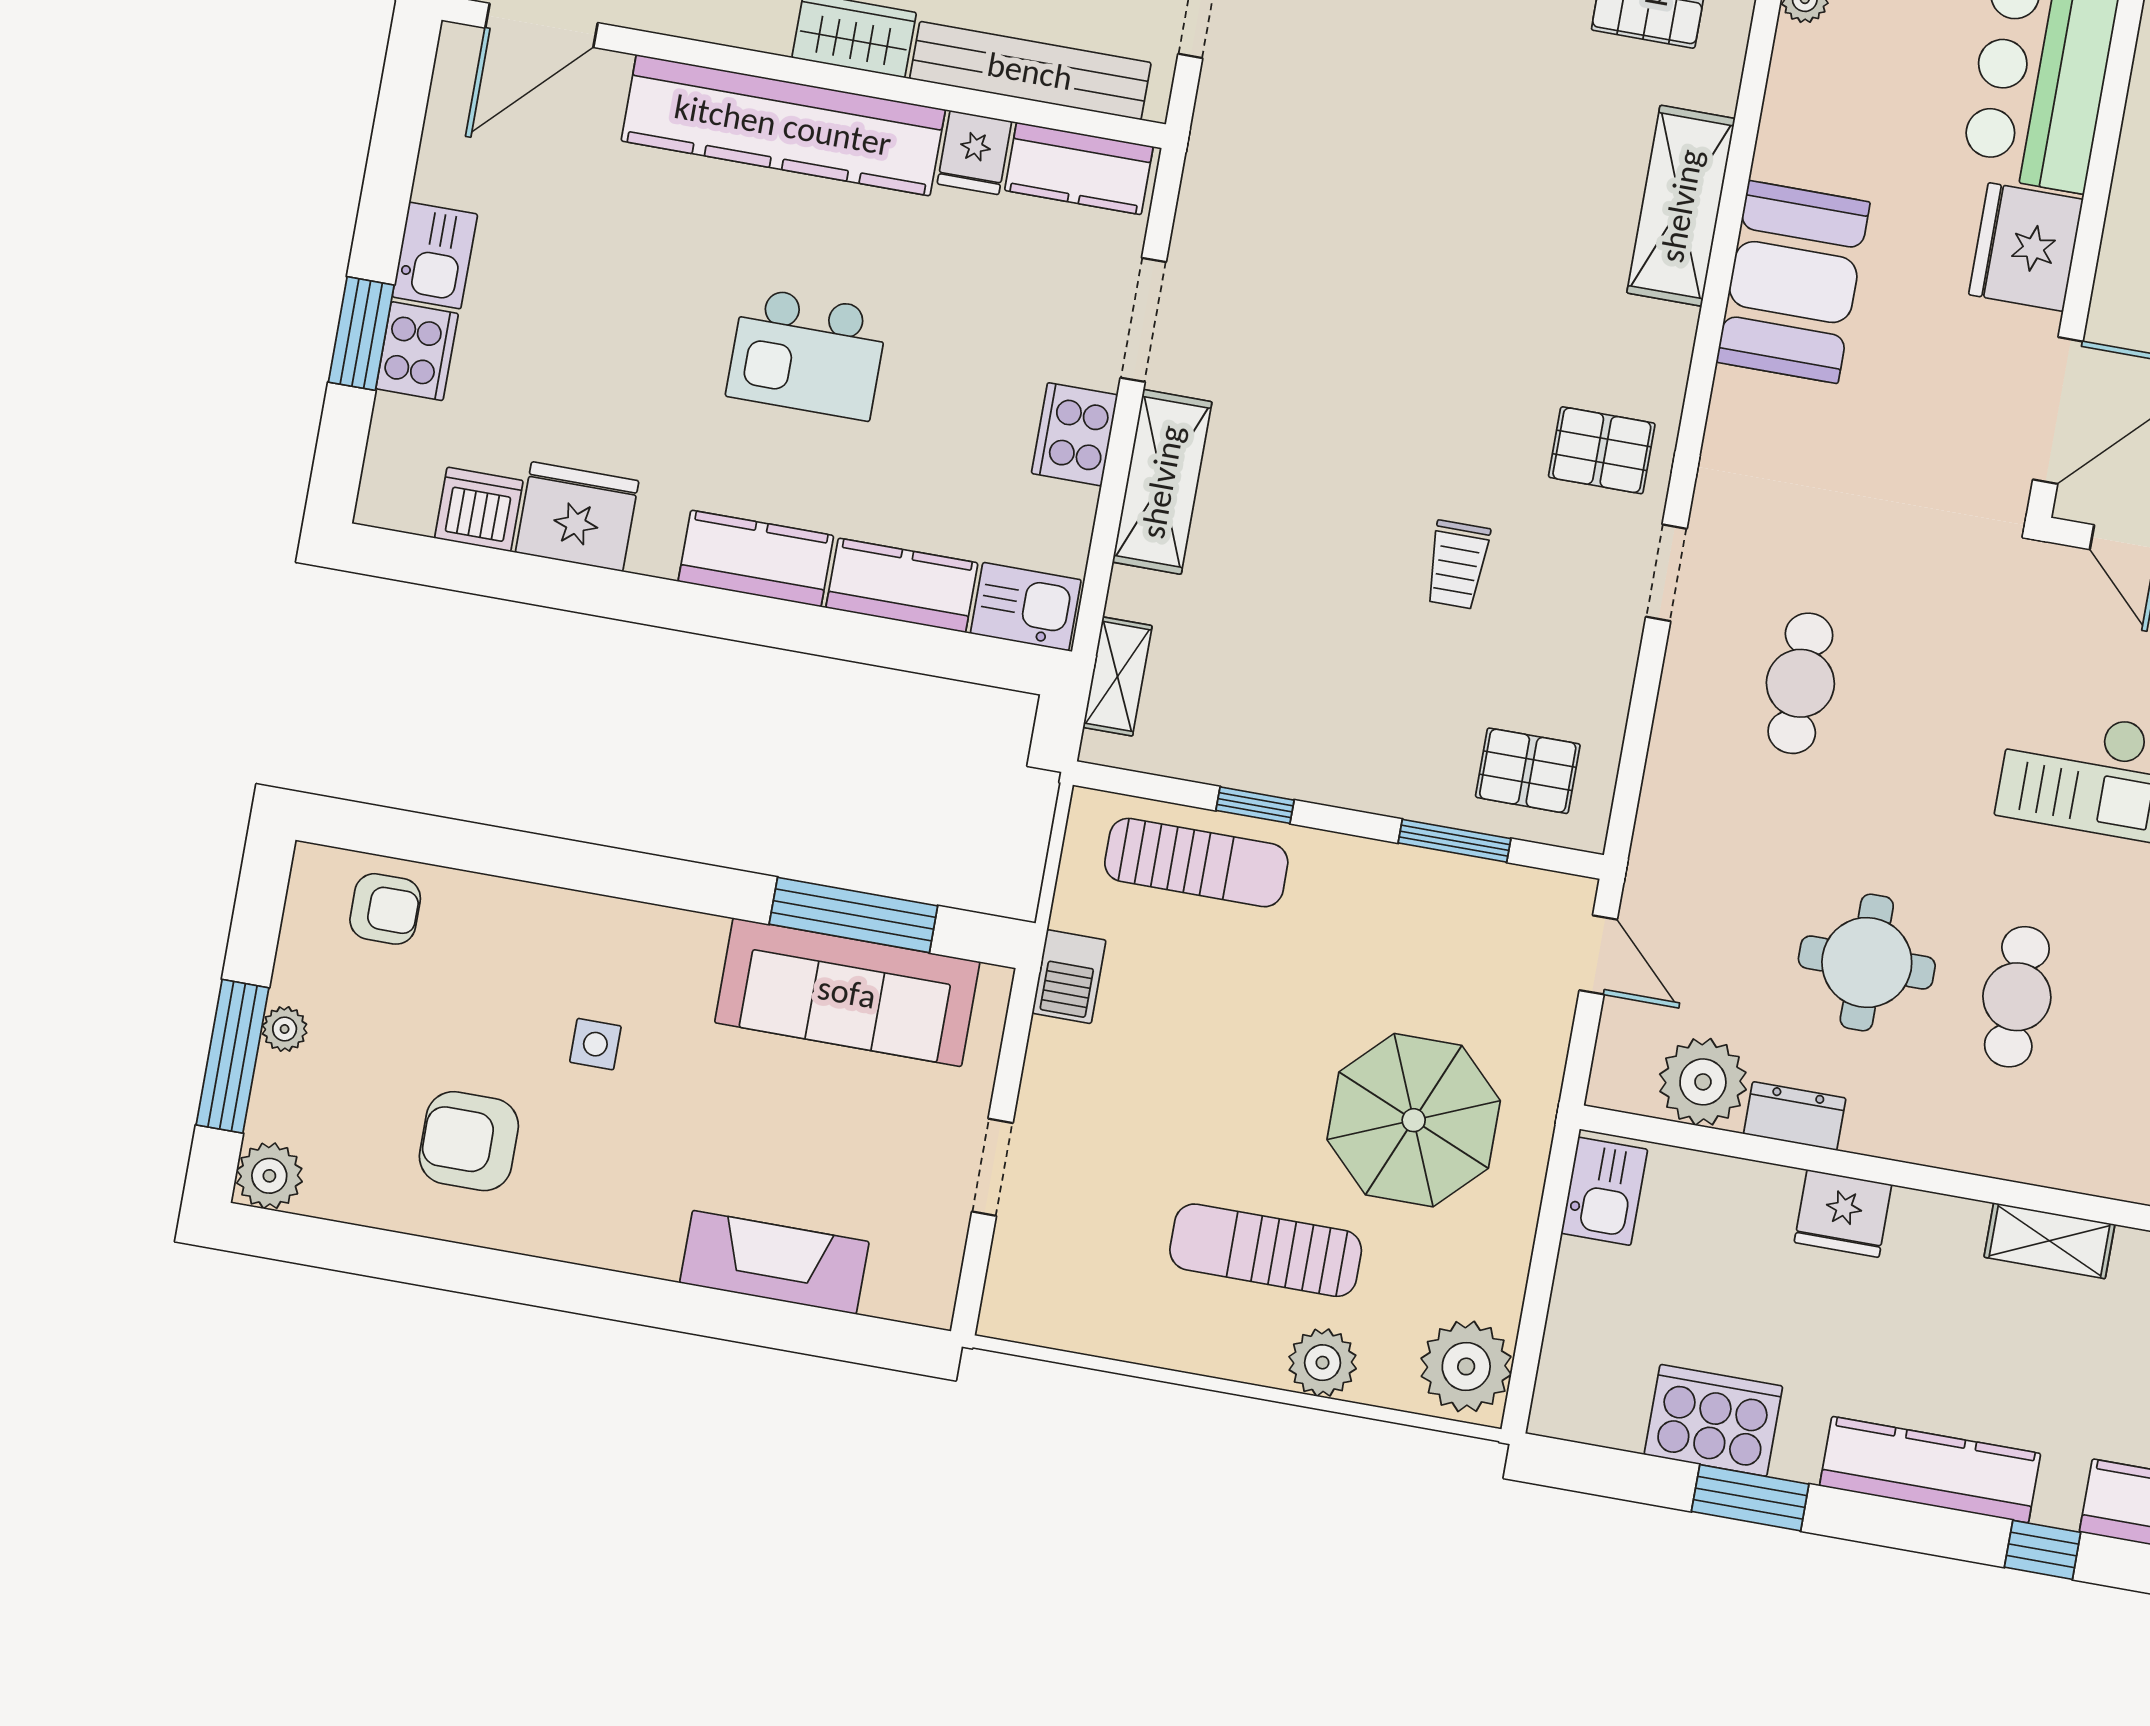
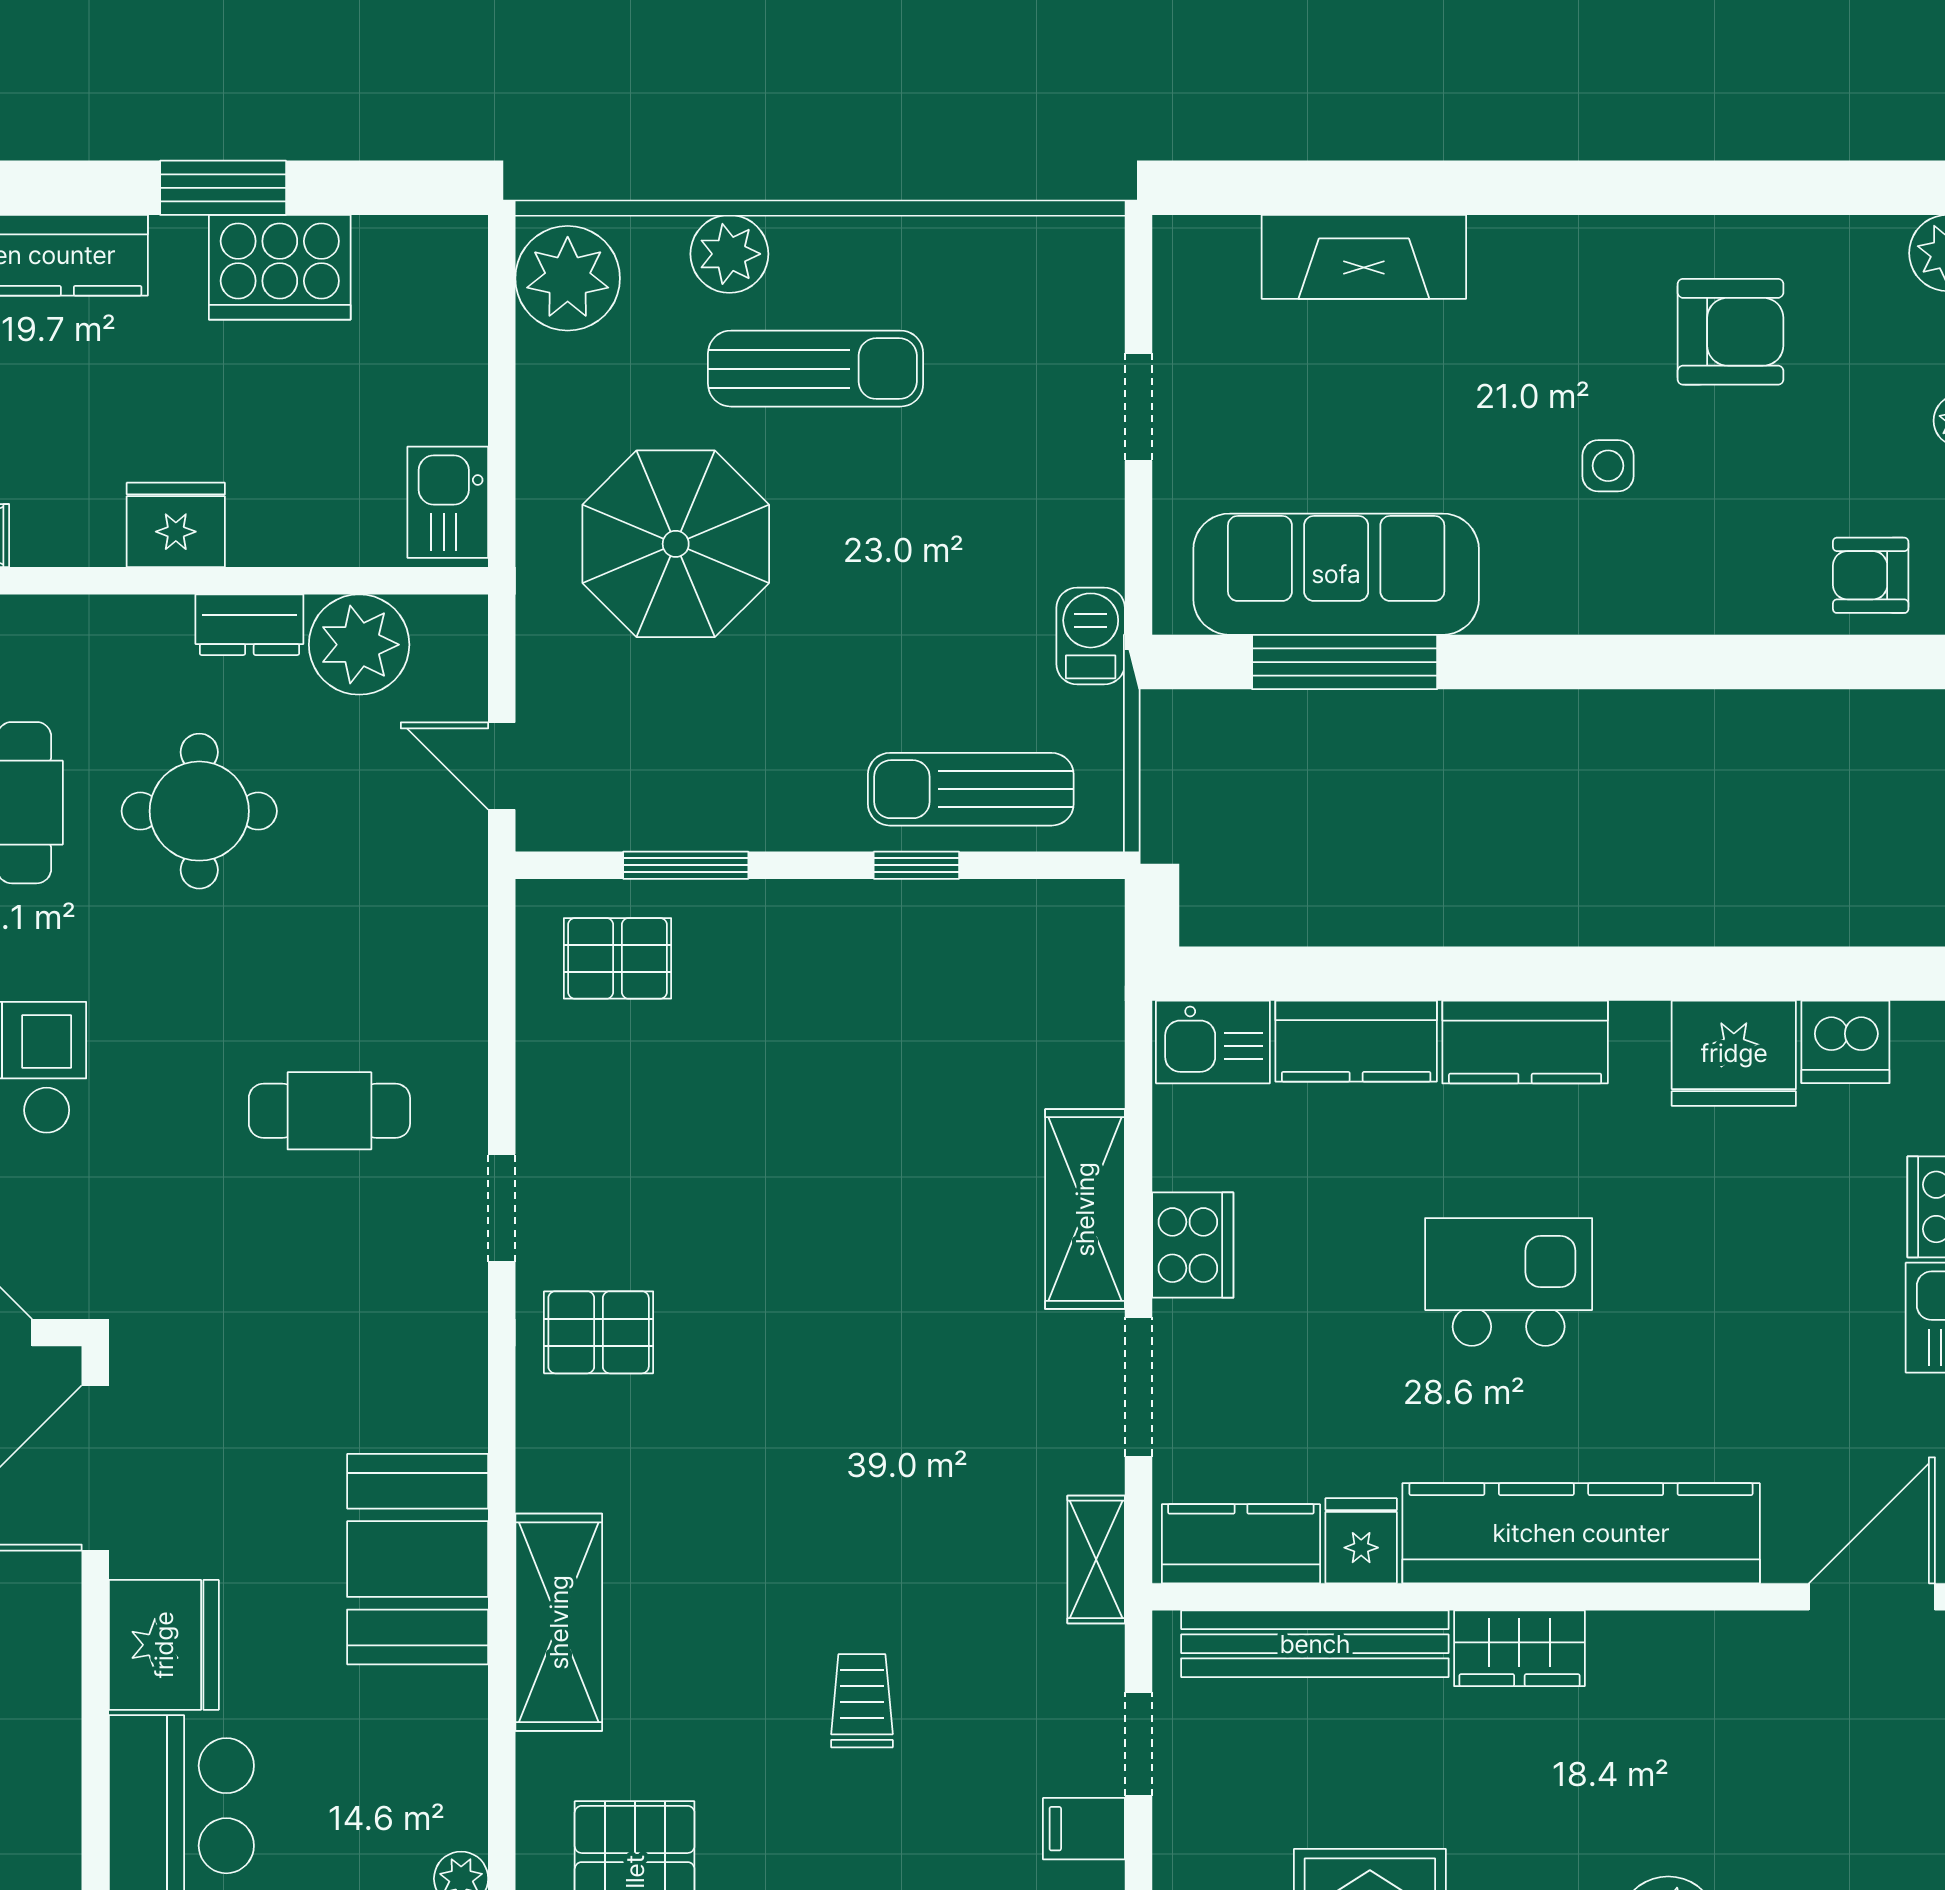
trolley: (1457, 565) -> (862, 1701), moved
shelving: (1118, 676) -> (1096, 1559), moved
cafe table: (1800, 683) -> (329, 1111), turned 90

